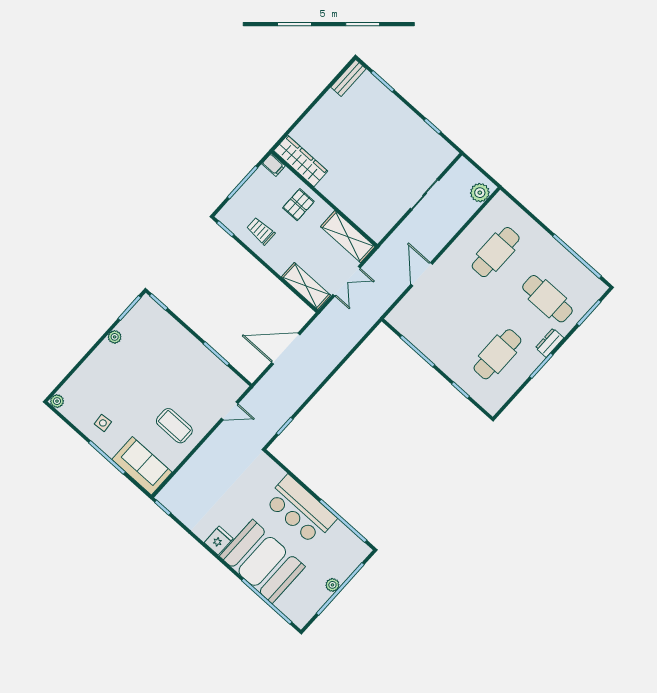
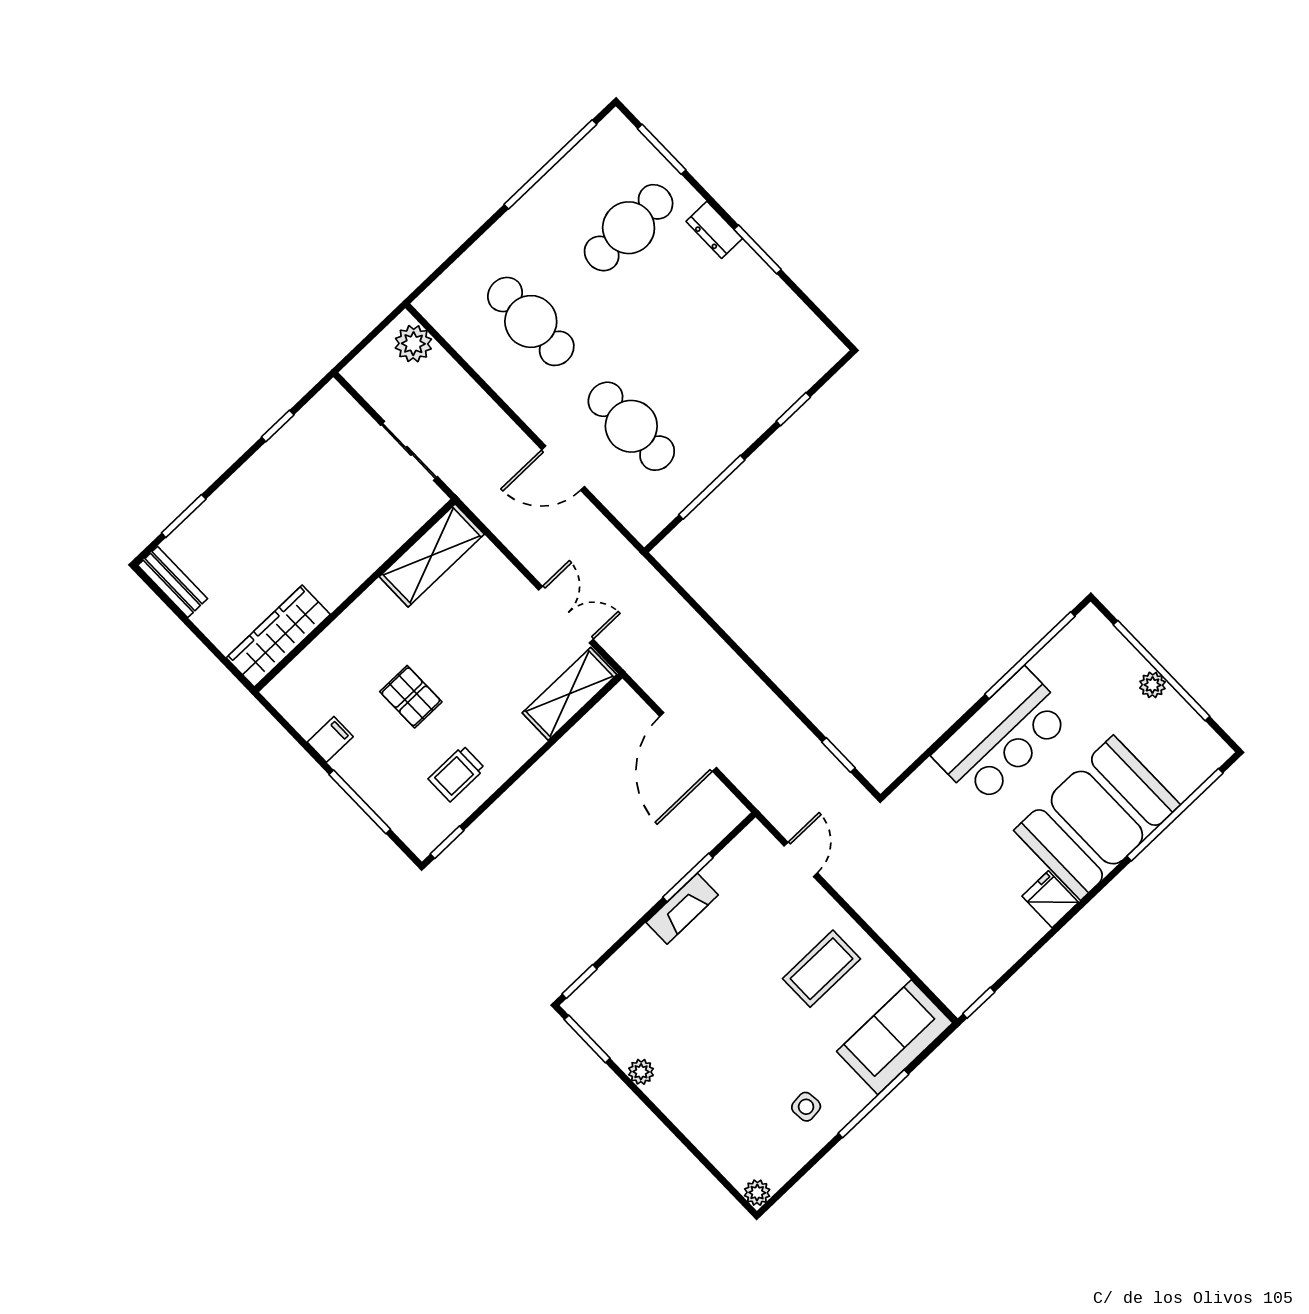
wardrobe: (301, 161) -> (278, 636), moved
wall: (324, 199) -> (355, 595), moved
shelving: (348, 237) -> (432, 555), moved
fireplace: (200, 352) -> (682, 909), added
cafe table: (497, 354) -> (631, 426), moved

